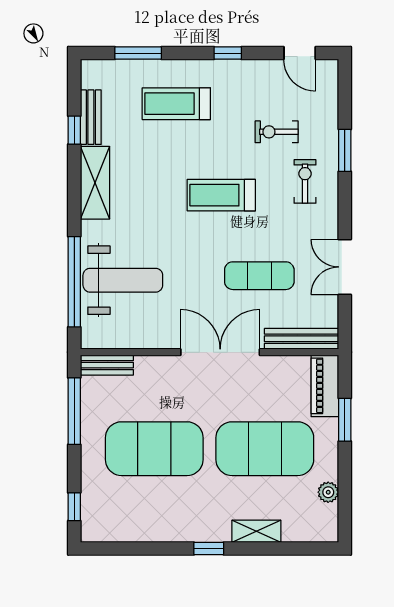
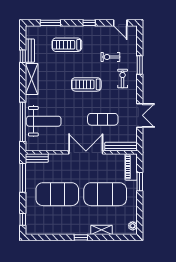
double door: (345, 267) -> (140, 115), swing flipped
plant: (328, 492) -> (133, 226), moved

